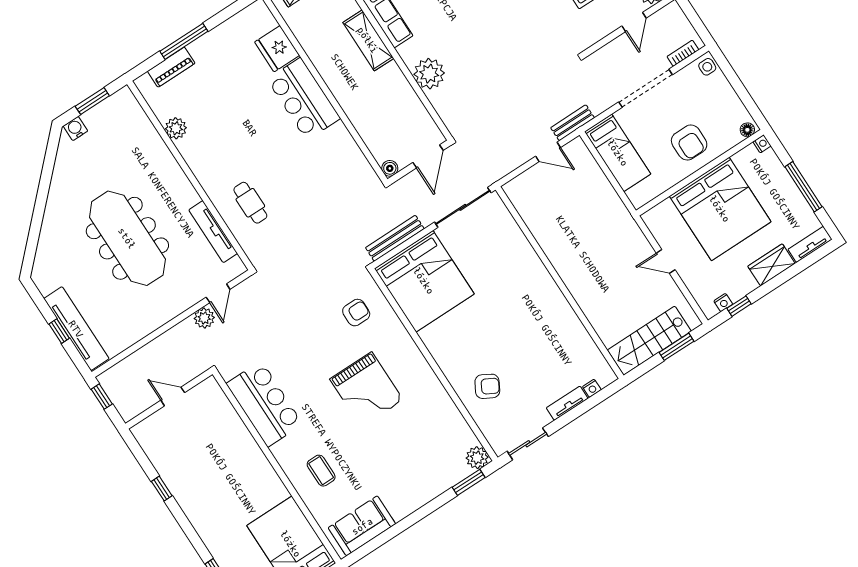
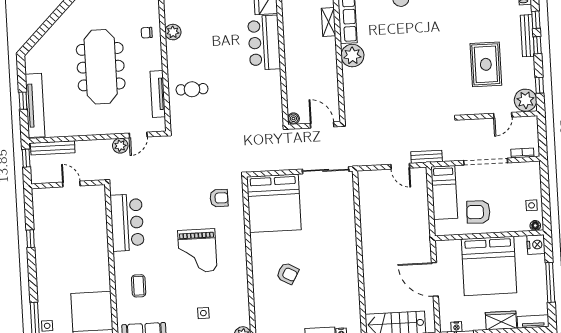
shelving: (368, 40) -> (329, 22), width x0.67, depth x0.75
side table: (707, 67) -> (532, 205), moved
plant: (429, 74) -> (352, 56), moved
plant: (176, 128) -> (173, 32), moved
armchair: (689, 143) -> (478, 212), moved, turned 92
nightstand: (762, 144) -> (536, 245), width x1.89, depth x1.79
door: (428, 156) -> (322, 125), swing flipped
chair: (159, 167) -> (147, 33), added
cafe table: (250, 203) -> (192, 89), turned 90
bench: (395, 238) -> (53, 148), moved
door: (666, 262) -> (435, 279), width x1.88
armchair: (487, 386) -> (288, 273), moved
side table: (416, 459) -> (203, 313), added

